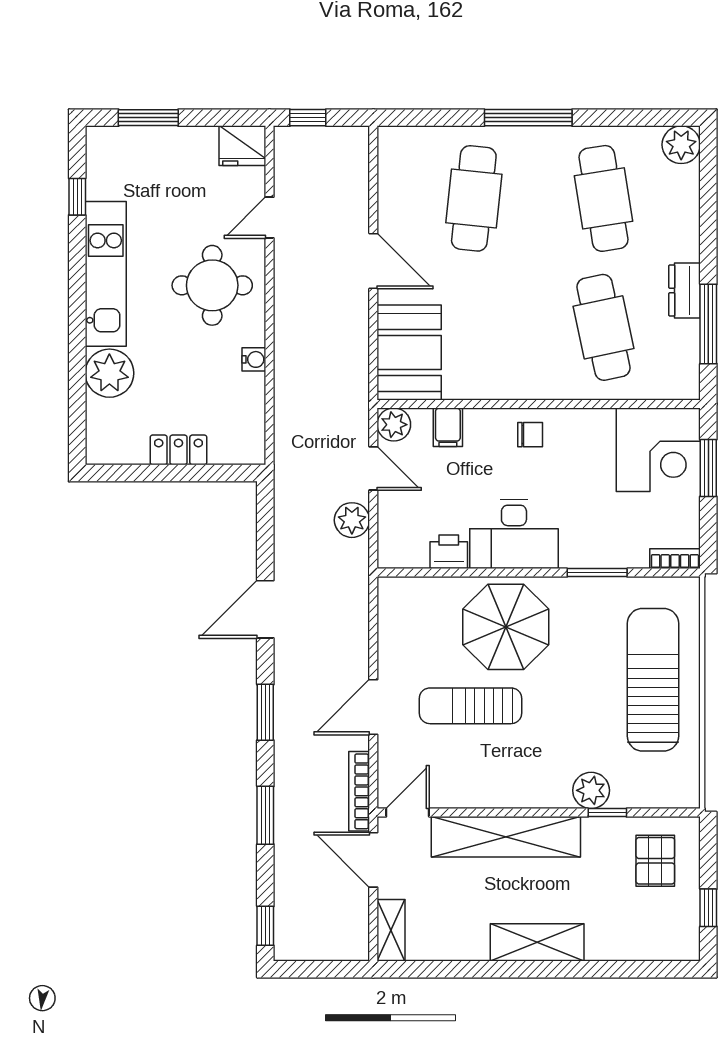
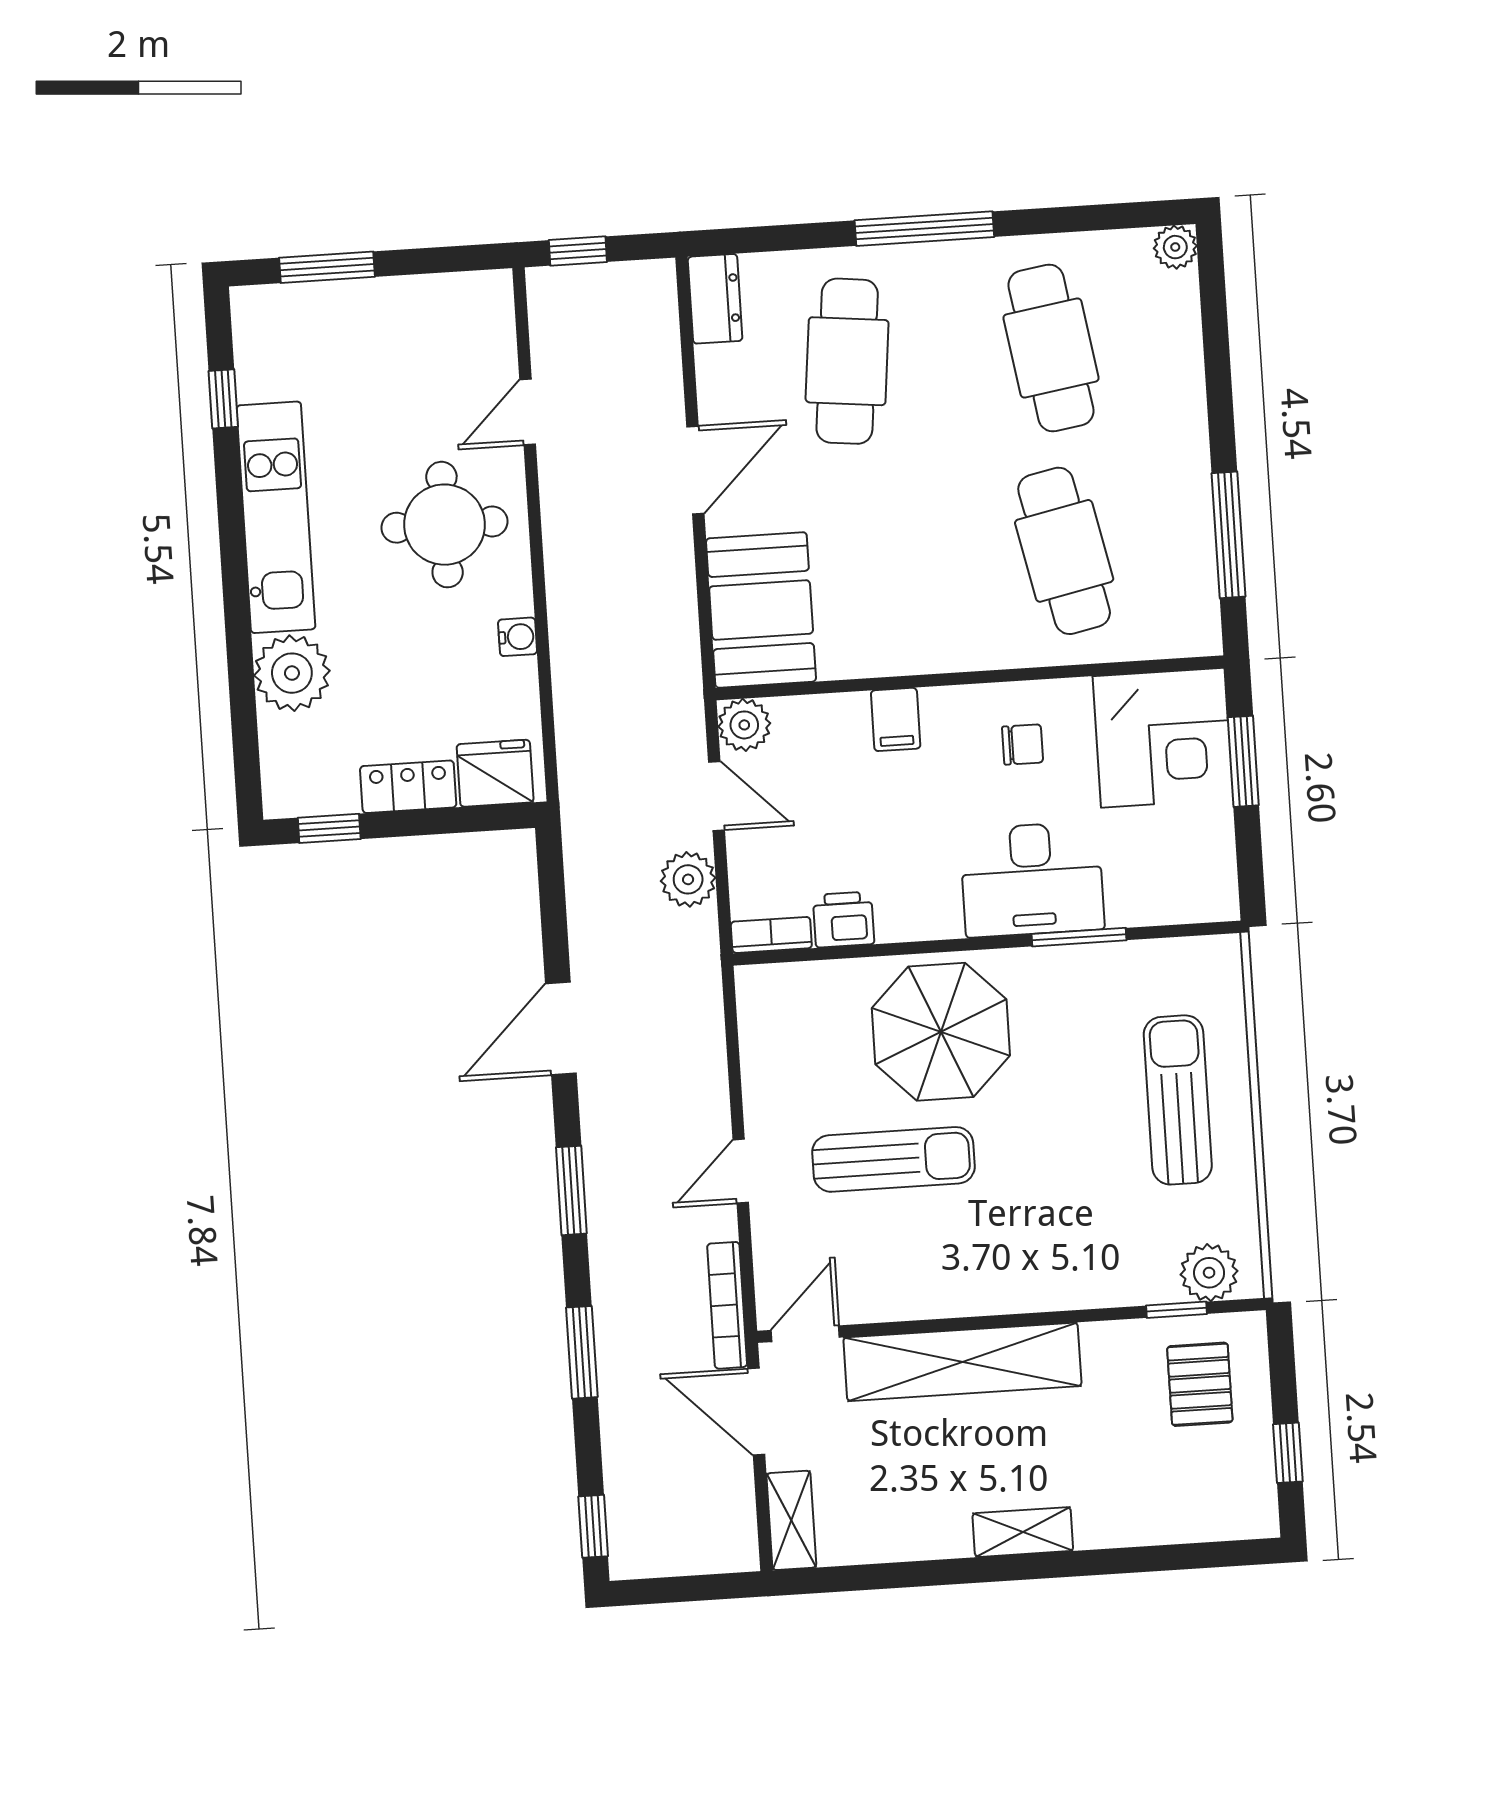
plant: (681, 145) -> (1175, 247), width x0.73, depth x0.73
fridge: (242, 146) -> (495, 773), moved, turned 180
door: (373, 261) -> (695, 470), hinge flipped
dresser: (685, 290) -> (715, 299), moved, turned 180
filing cabinet: (448, 427) -> (896, 719), moved
chair: (530, 435) -> (1023, 744), moved
window: (127, 473) -> (329, 828), added
desk: (514, 534) -> (1032, 879), moved
bookcase: (675, 559) -> (771, 935), moved
sun lounger: (653, 680) -> (1178, 1100), width x0.73, depth x0.75
sun lounger: (471, 706) -> (893, 1159), turned 180
door: (373, 707) -> (741, 1171), width x0.73
plant: (591, 790) -> (1209, 1273), moved
window: (607, 813) -> (1176, 1310), moved
shelving: (537, 942) -> (1023, 1532), width x0.67, depth x0.75

